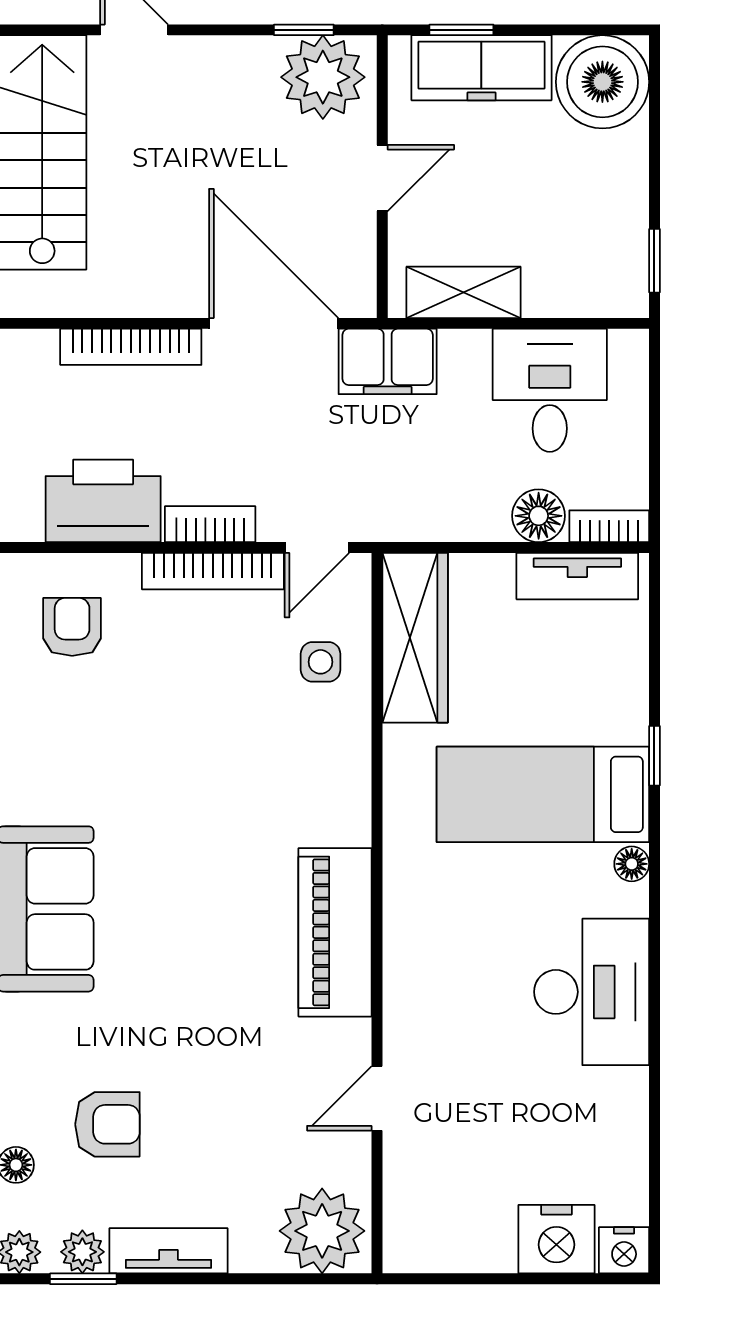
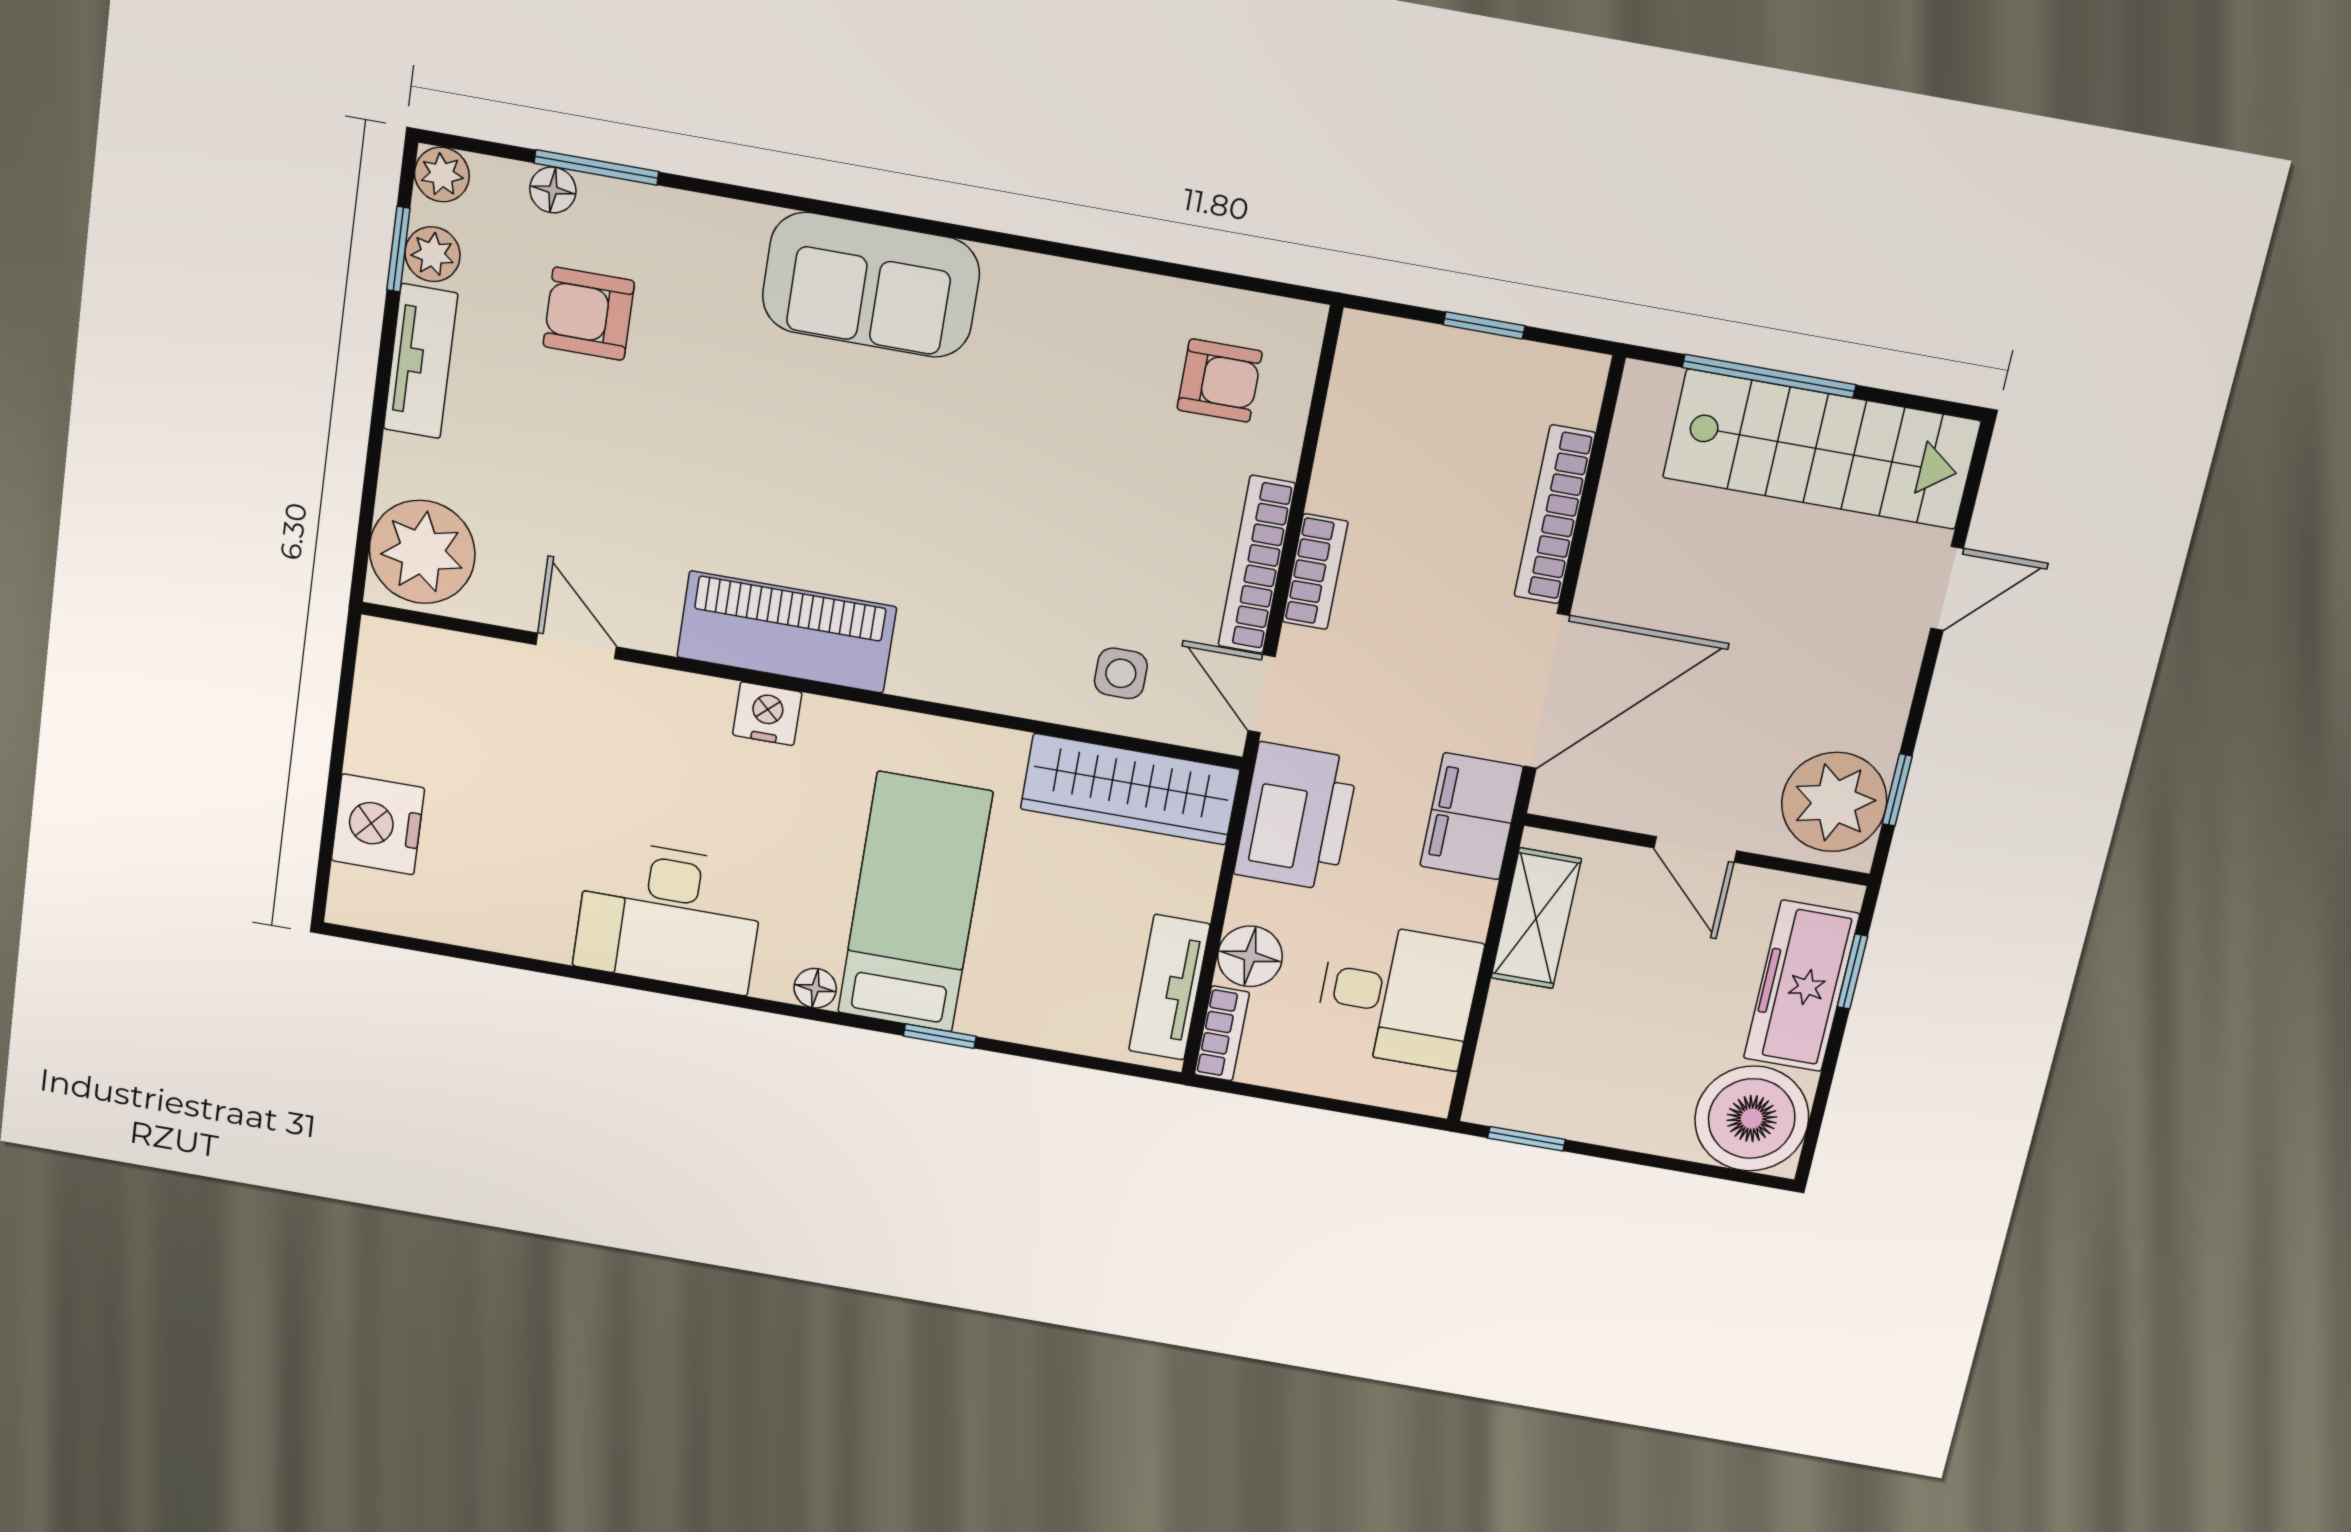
printer: (103, 501) -> (1296, 817), moved
armchair: (107, 1124) -> (589, 314), turned 90
nightstand: (624, 1250) -> (767, 714), moved, turned 90

